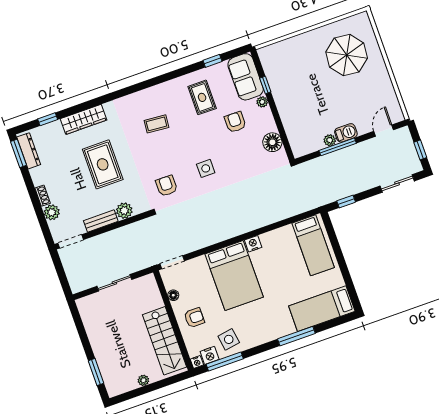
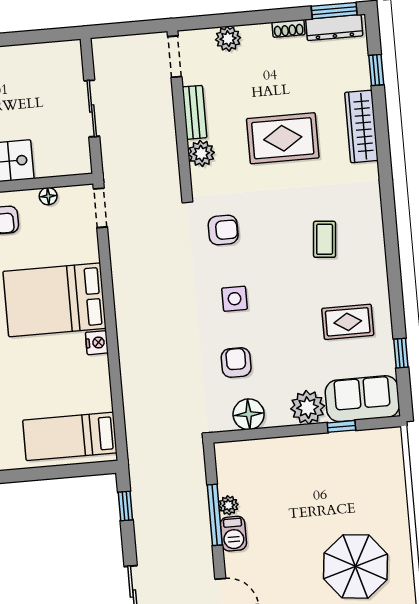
plant: (262, 102) -> (308, 407), width x1.88, depth x1.88
armchair: (235, 122) -> (236, 362), moved, turned -90
shoe rack: (43, 196) -> (288, 28), moved

